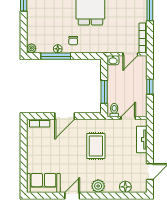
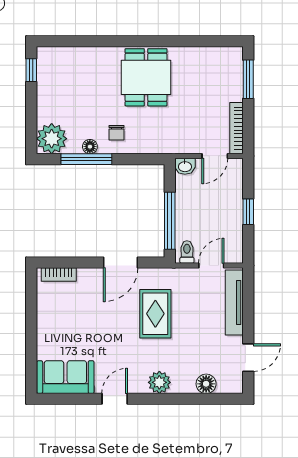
plant: (31, 48) -> (52, 139), width x1.87, depth x1.87
window: (104, 92) -> (170, 221), width x1.44
door: (65, 116) -> (121, 262), moved
tv unit: (142, 140) -> (234, 303), width x1.41

